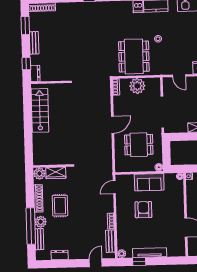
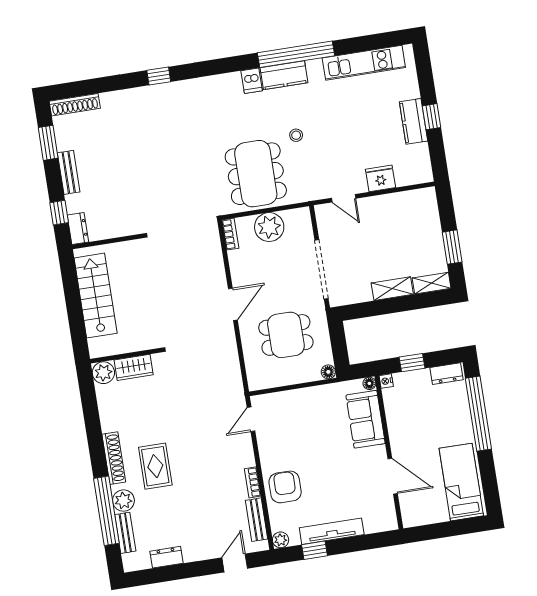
wall: (52, 166) -> (126, 356), moved
wardrobe: (56, 173) -> (134, 367), moved
plant: (39, 174) -> (103, 373), moved
sofa: (149, 182) -> (366, 419), moved, turned 90
armchair: (143, 210) -> (285, 487), moved

